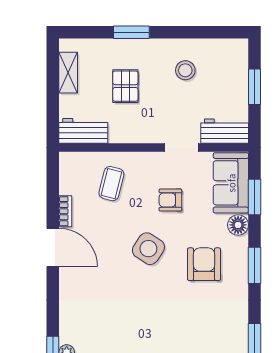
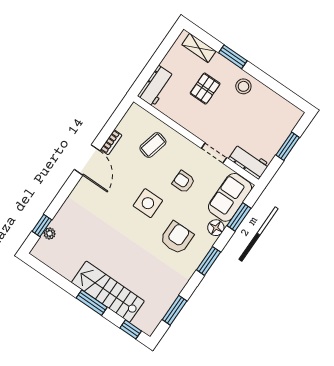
stool: (185, 70) -> (243, 86), moved
shelving: (68, 73) -> (199, 48), moved, turned 90
workbench: (83, 131) -> (156, 86), moved, turned 90
side table: (148, 249) -> (148, 203), turned -33

